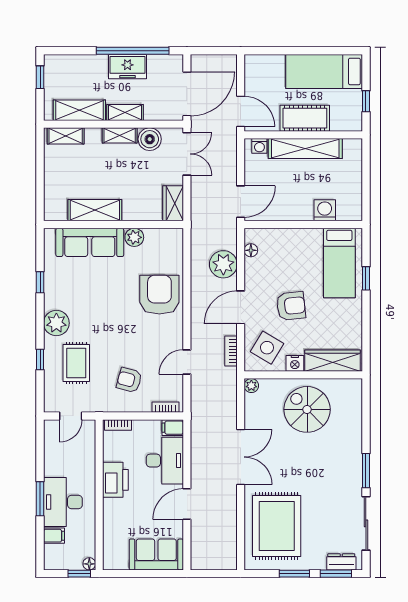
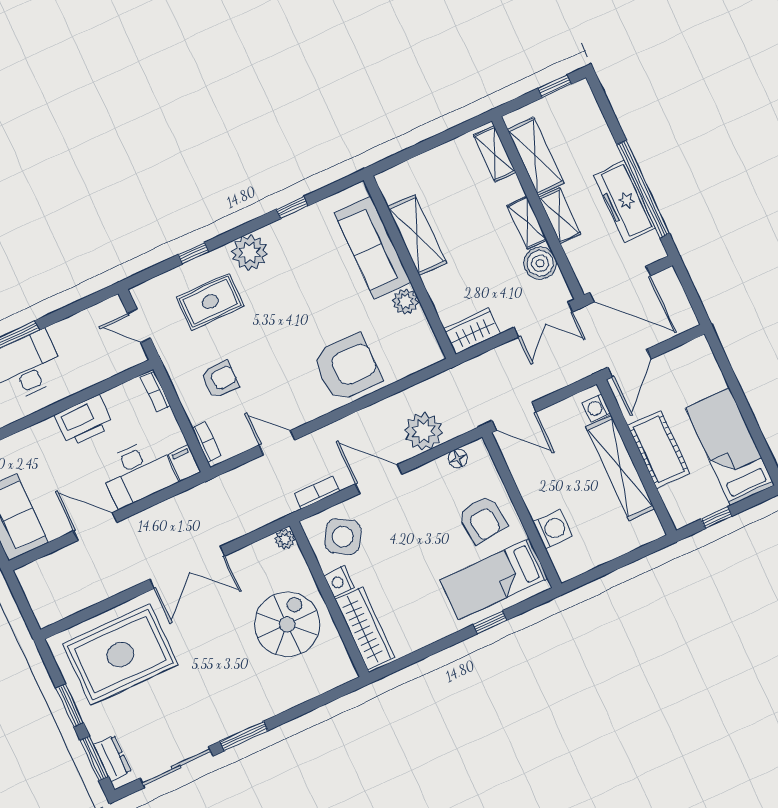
freezer: (127, 67) -> (624, 202), width x1.40
armchair: (291, 306) -> (482, 519), moved
armchair: (129, 380) -> (220, 379), turned 75

